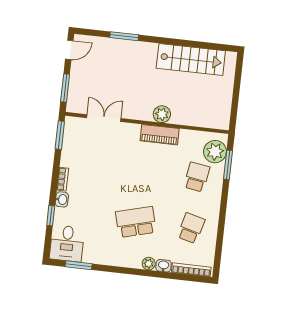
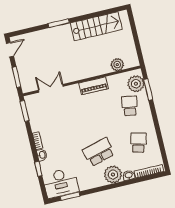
window: (124, 36) -> (59, 23), moved
plant: (162, 114) -> (117, 65), moved
desk: (67, 243) -> (61, 183), width x1.37
plant: (149, 264) -> (113, 175), width x1.88, depth x1.88

